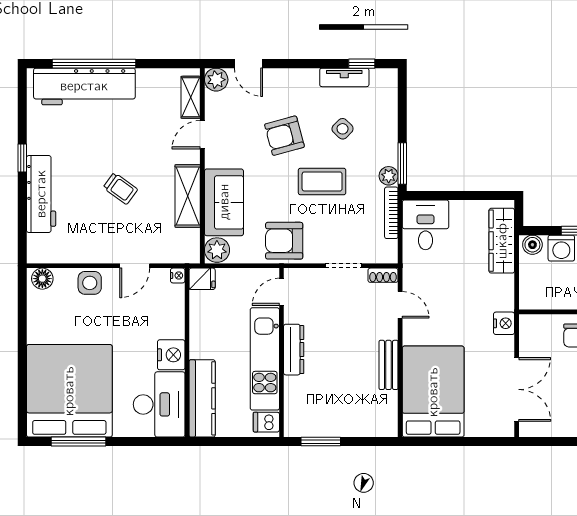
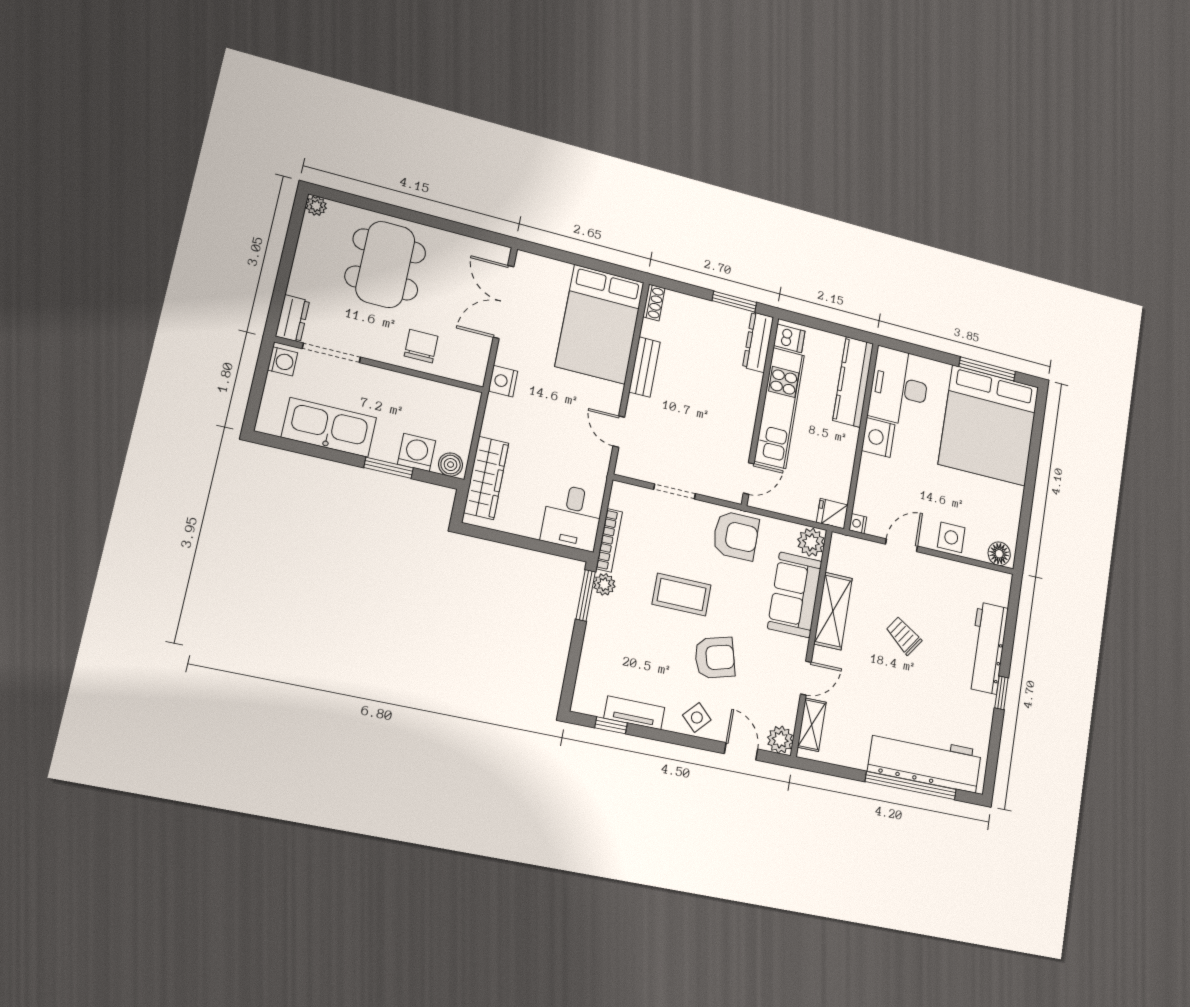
side table: (343, 129) -> (697, 718), moved
shoe rack: (383, 275) -> (654, 303), moved, turned 90
dresser: (294, 350) -> (758, 342), moved

